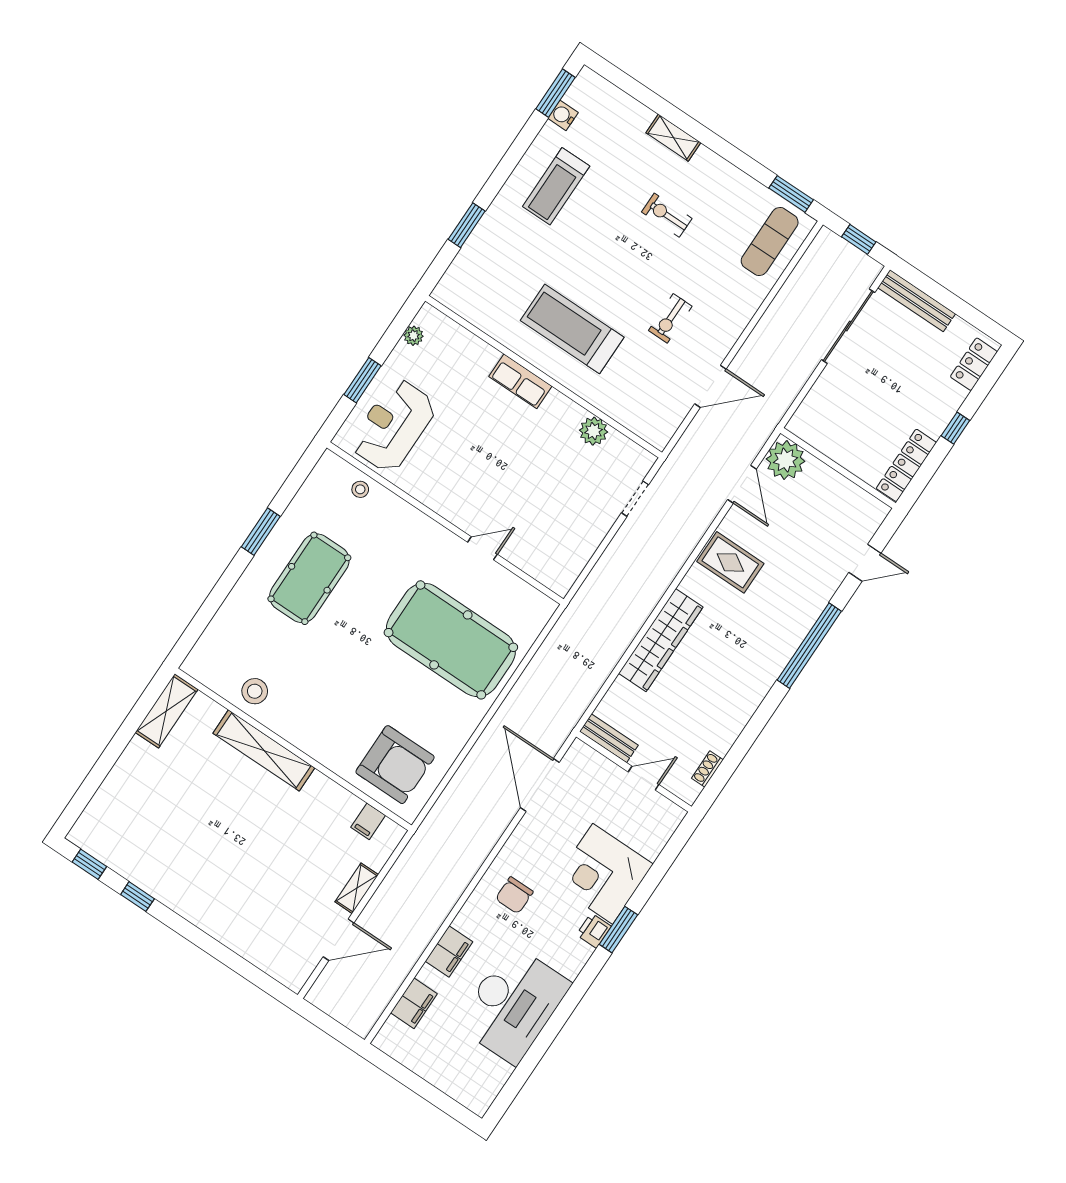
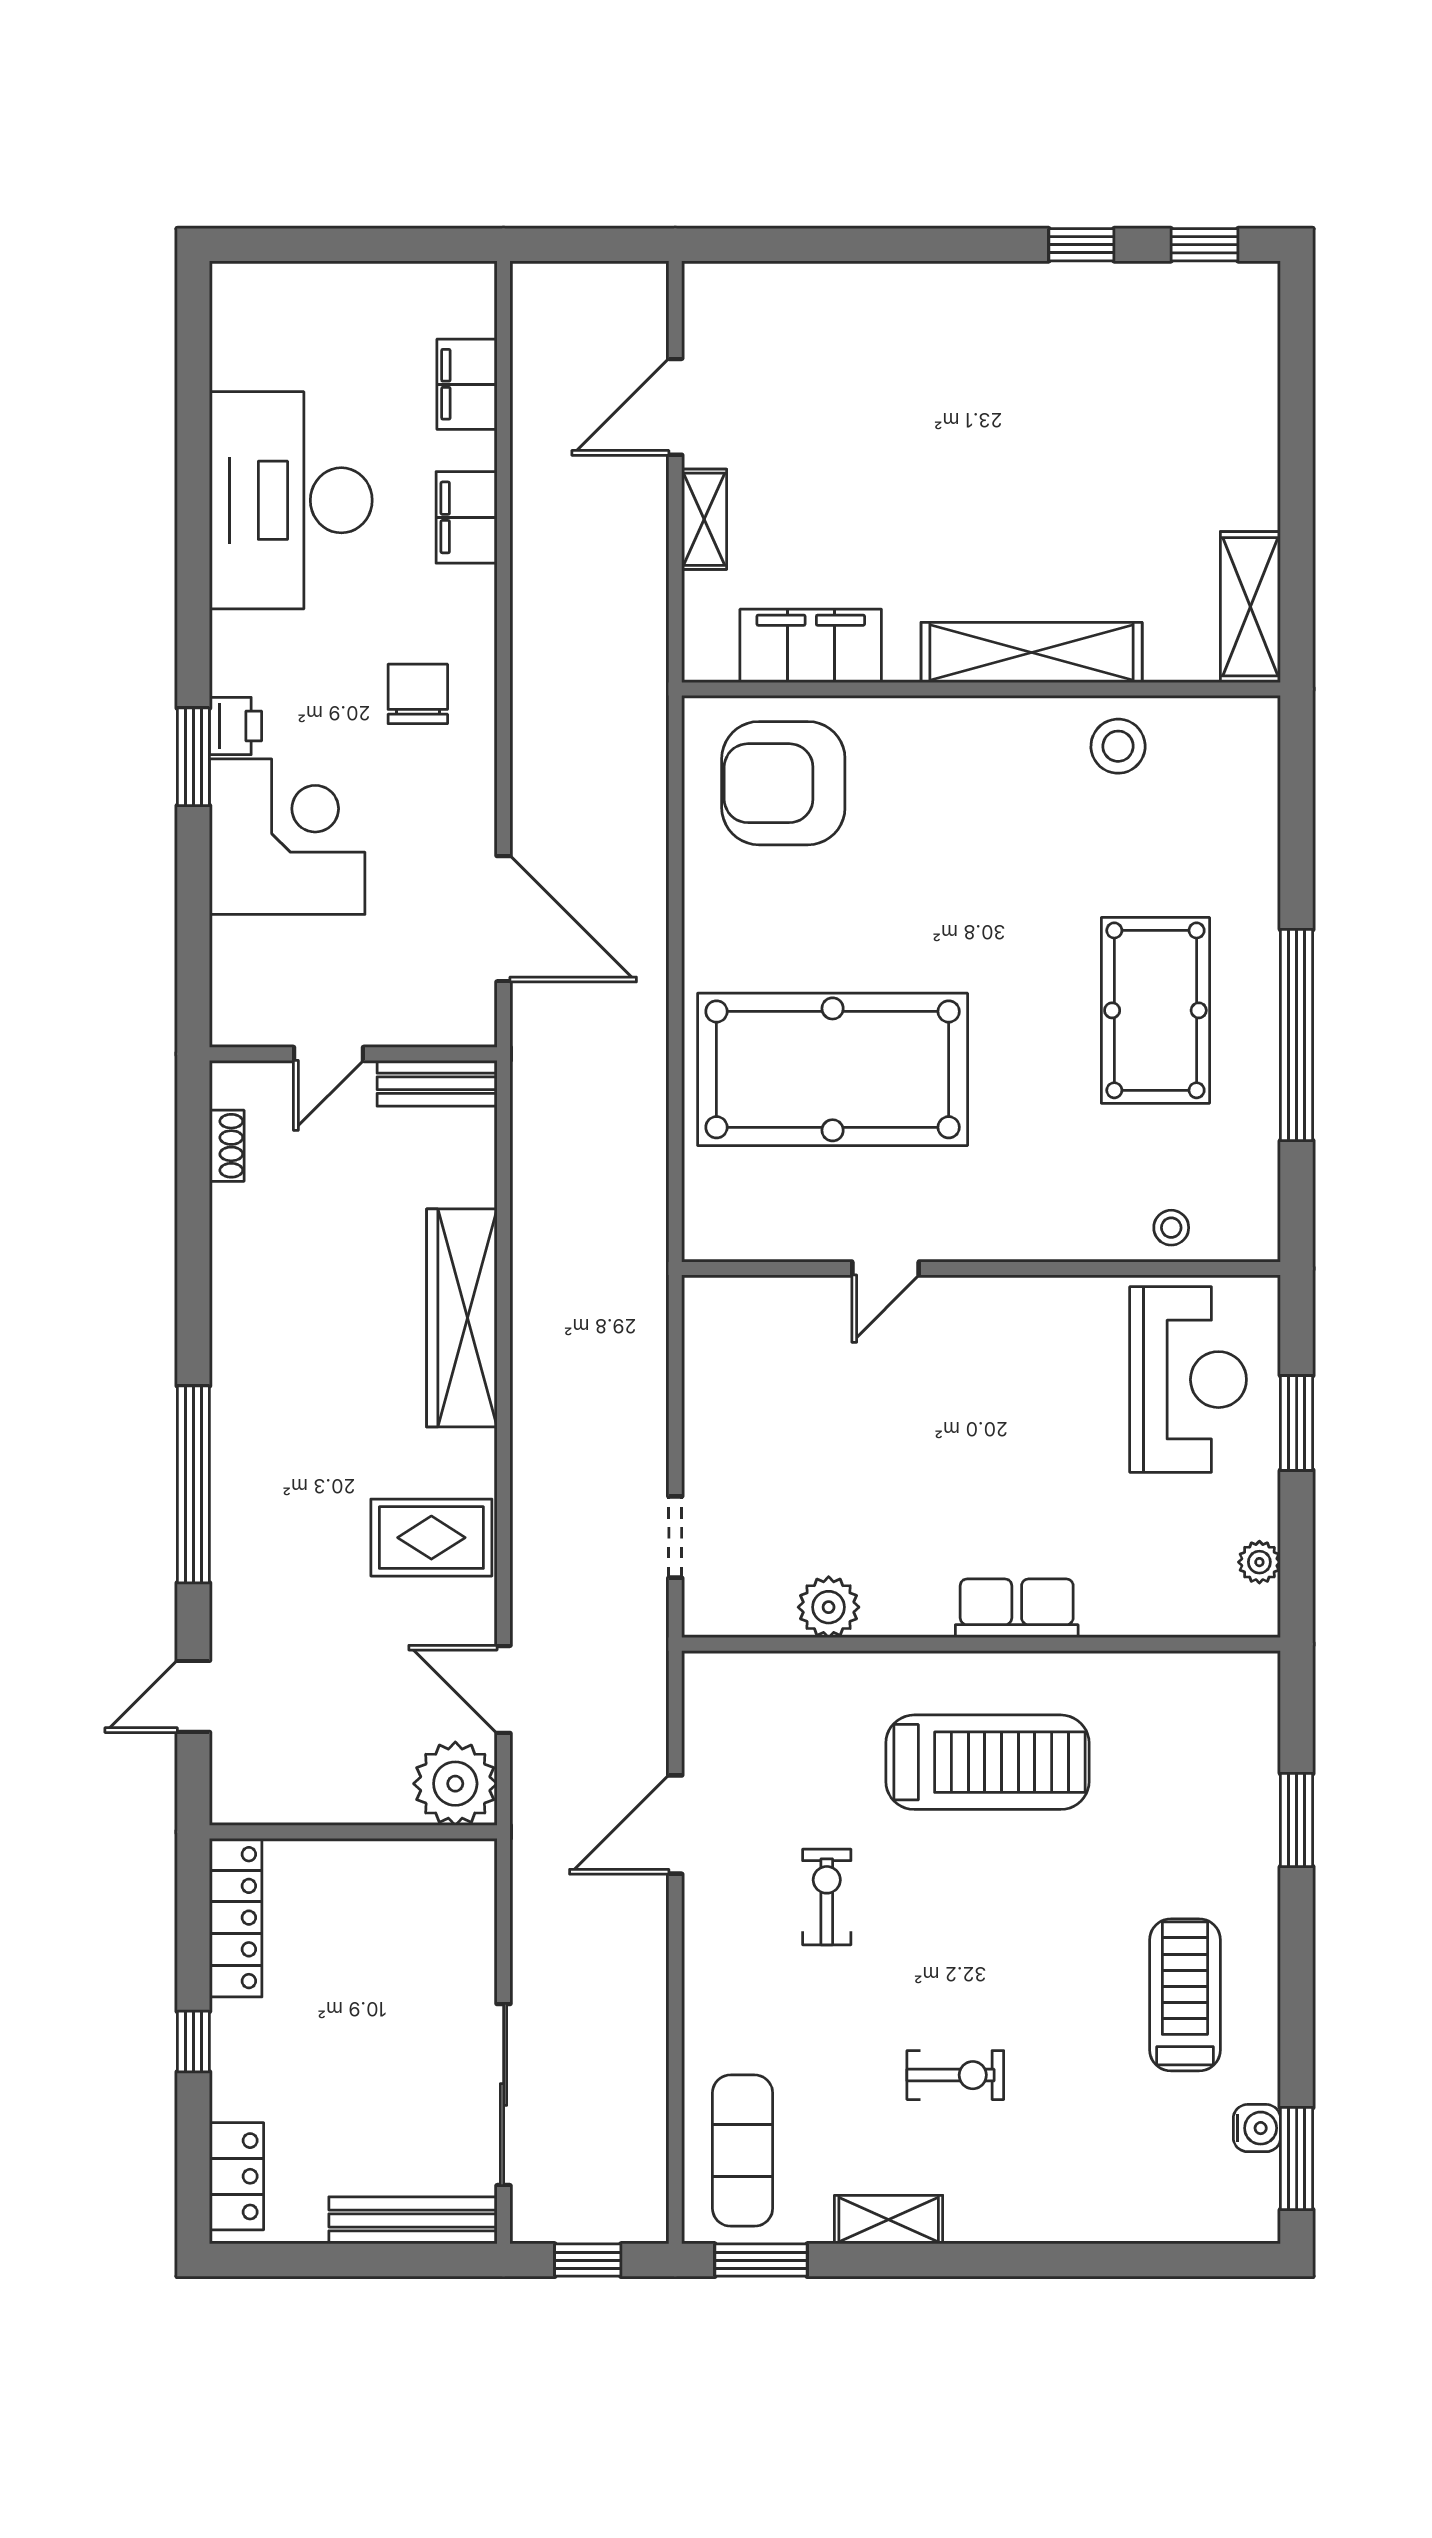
shelving: (673, 138) -> (889, 2220), moved
window: (261, 532) -> (1297, 1035), width x2.11
filing cabinet: (368, 821) -> (811, 646), width x3.00, depth x1.17

